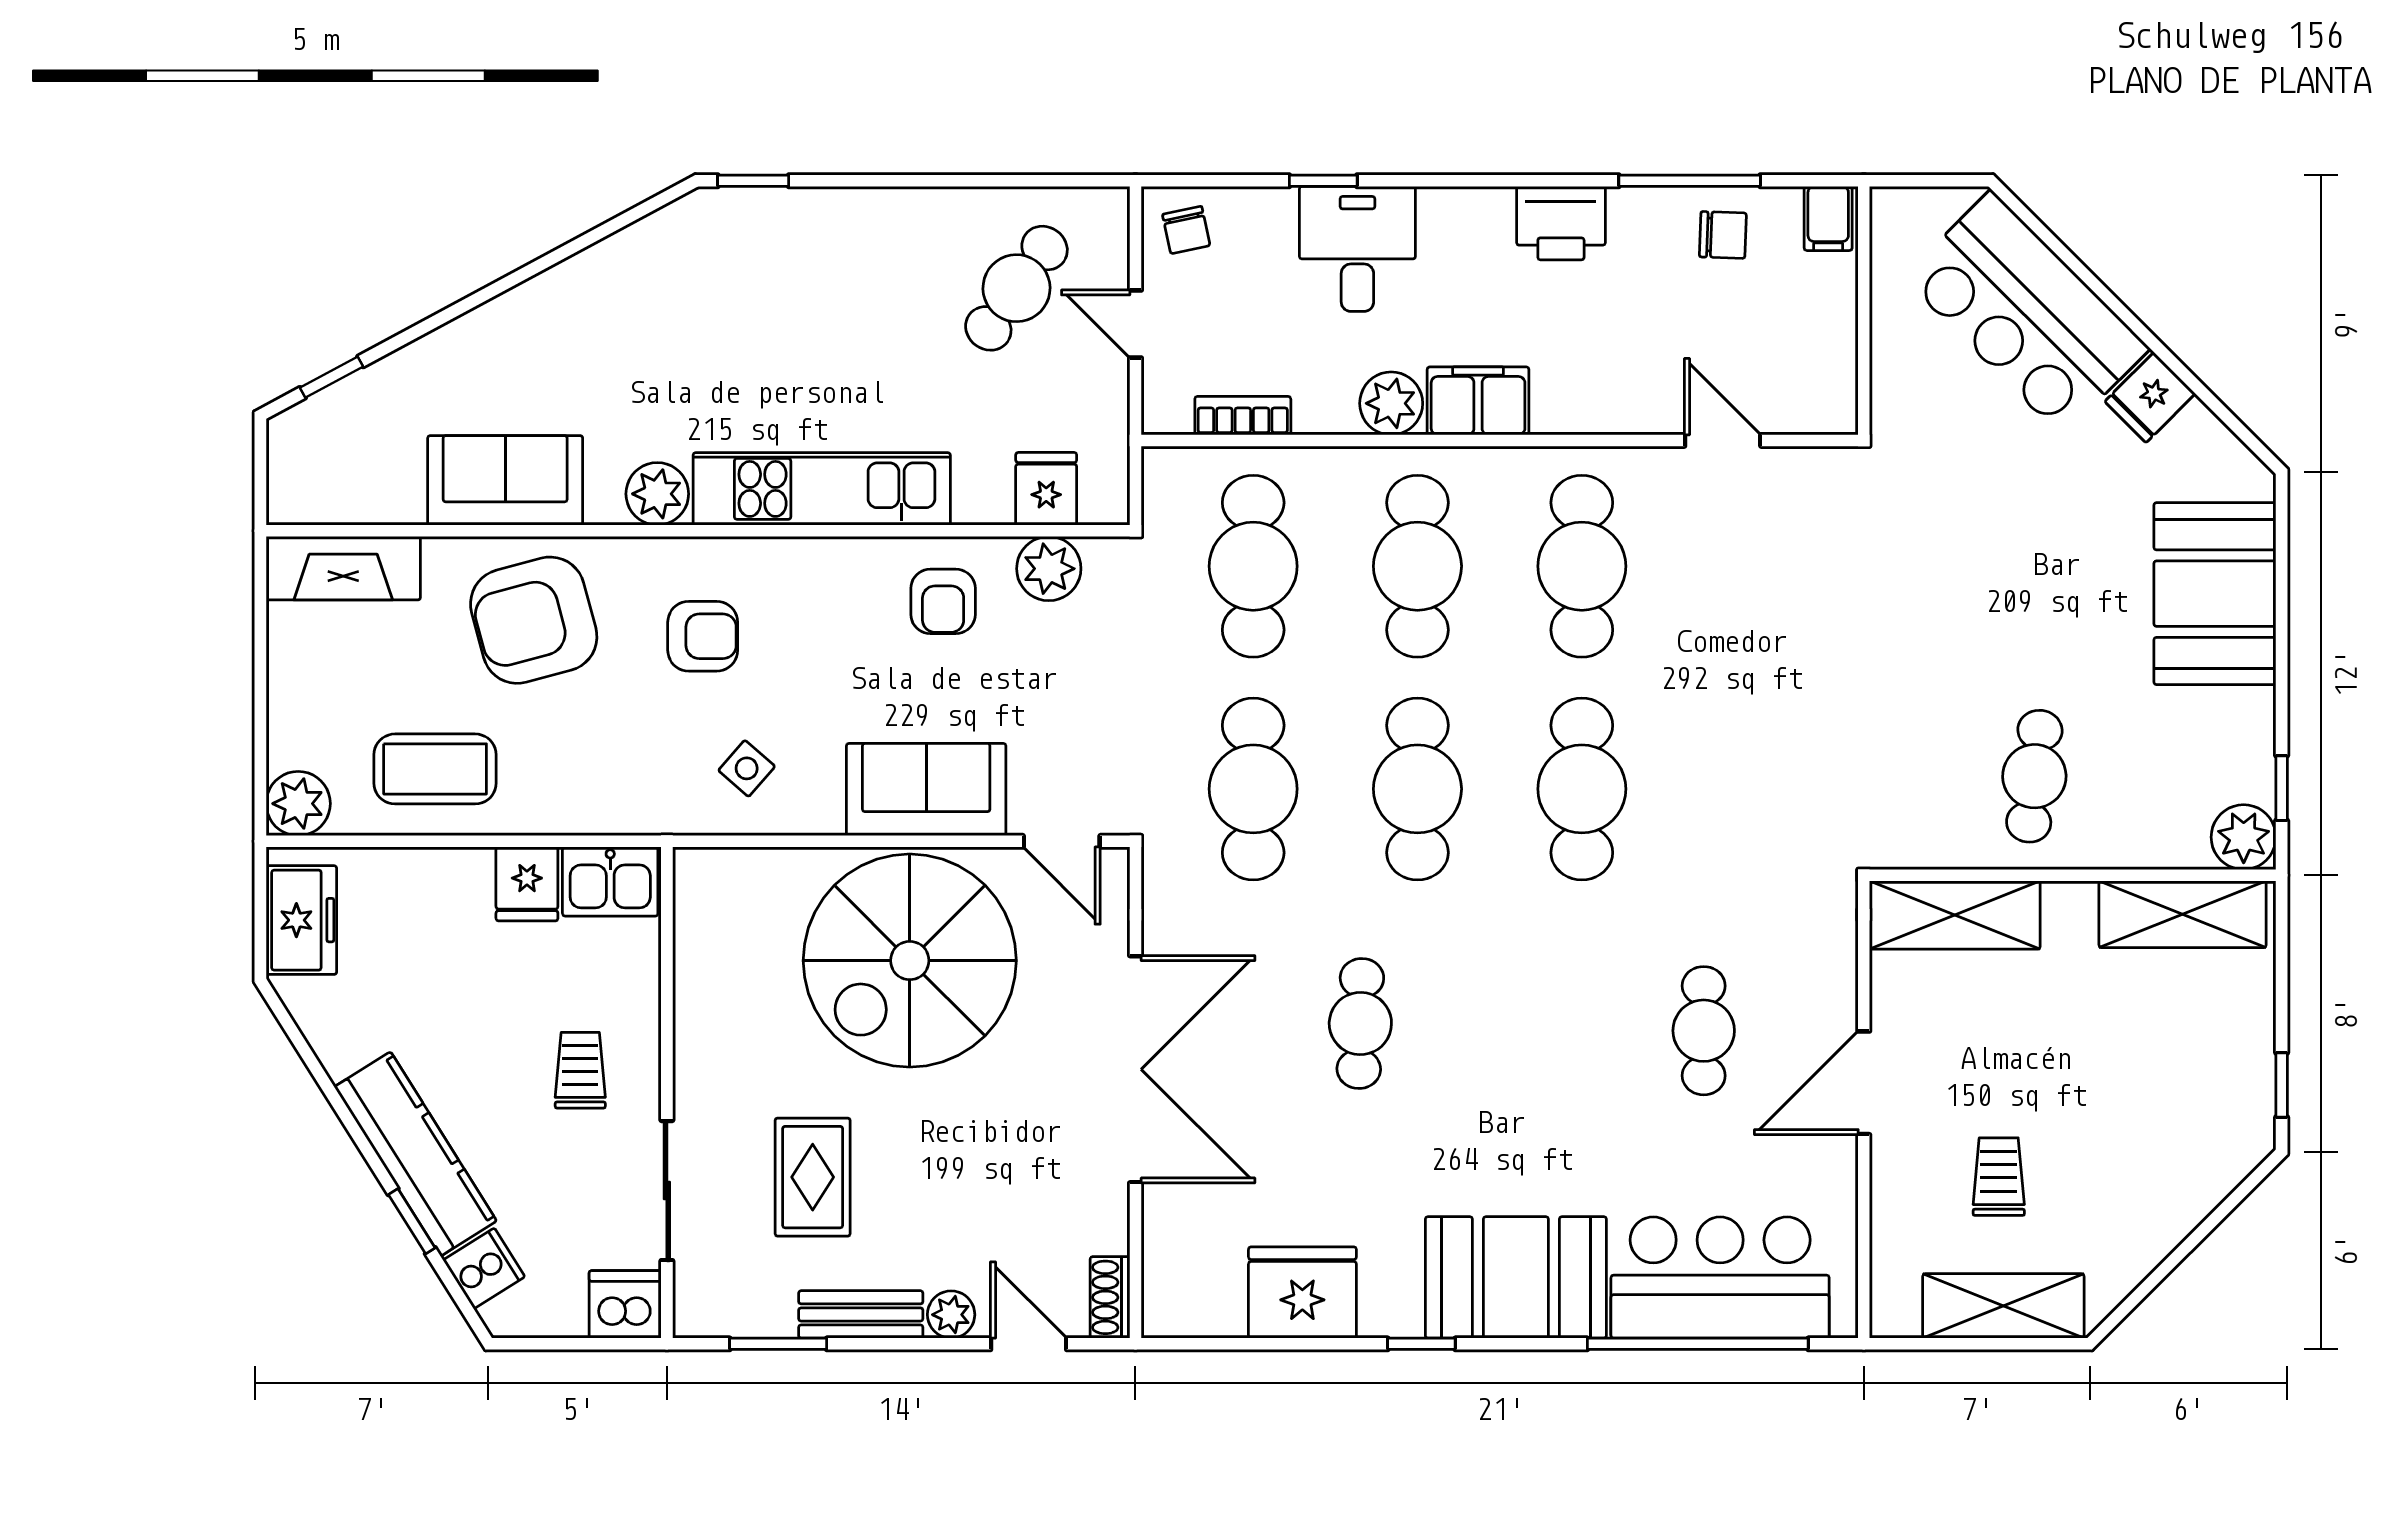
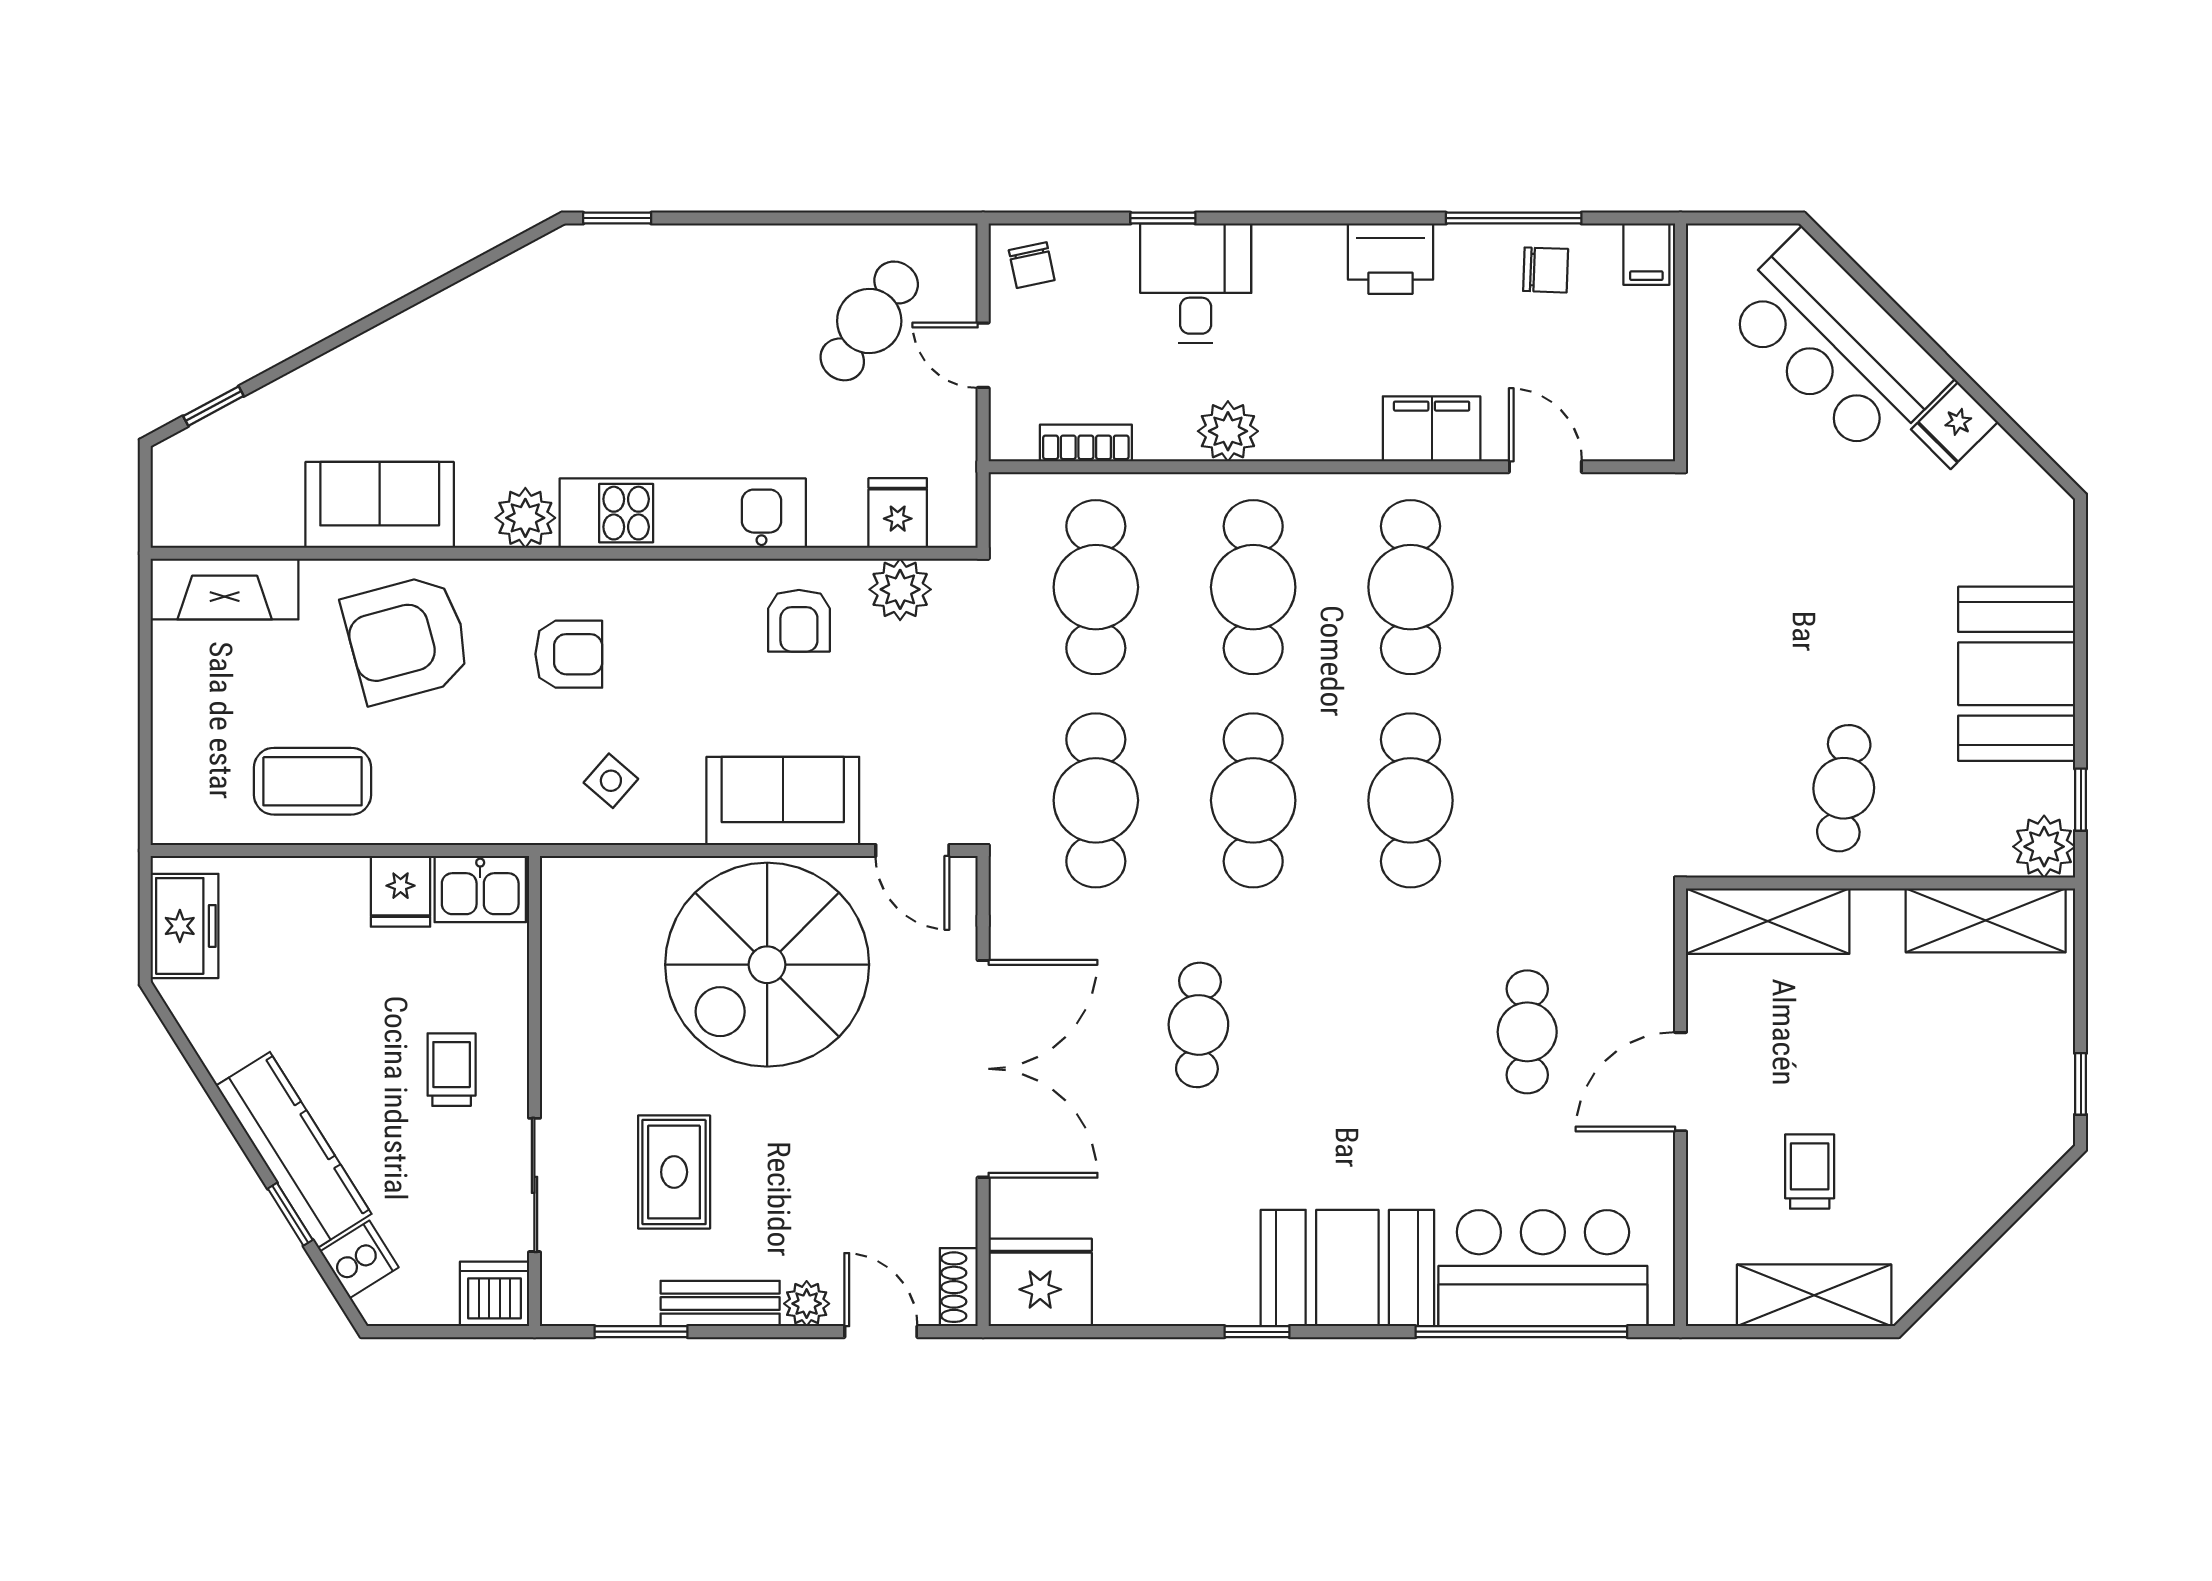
filing cabinet: (1478, 401) -> (1432, 429), moved
booth: (2215, 594) -> (2017, 674), moved
plant: (298, 804) -> (181, 814), removed
fridge: (1302, 1292) -> (1040, 1282), moved

